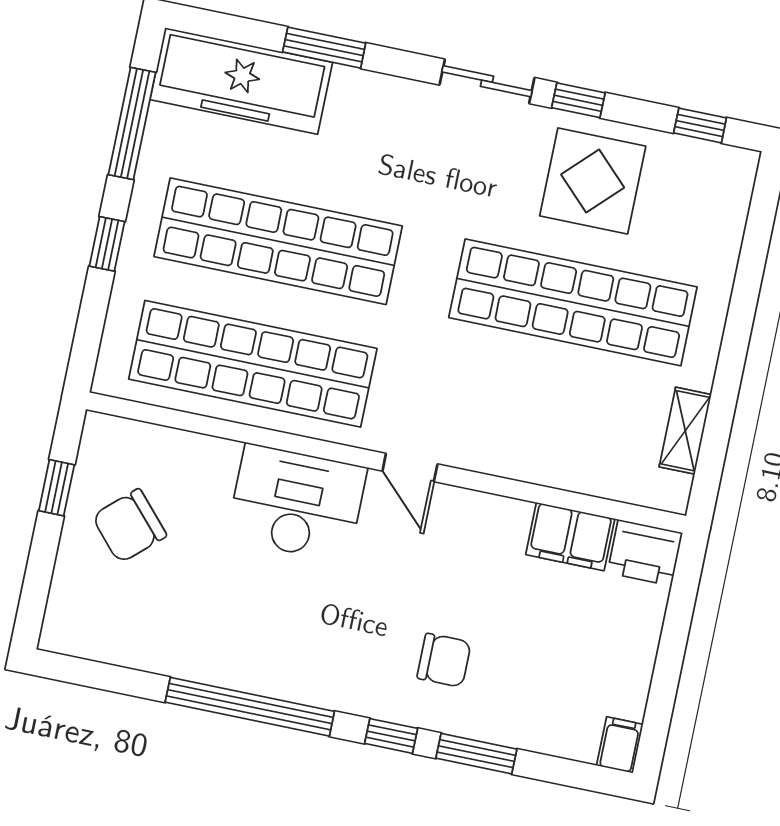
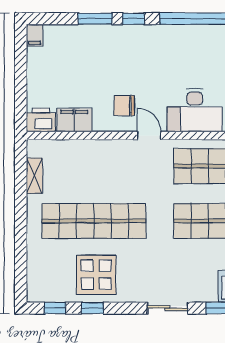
sliding door: (487, 81) -> (167, 308), moved
window: (578, 100) -> (92, 308), moved
chair: (444, 660) -> (124, 106), moved

